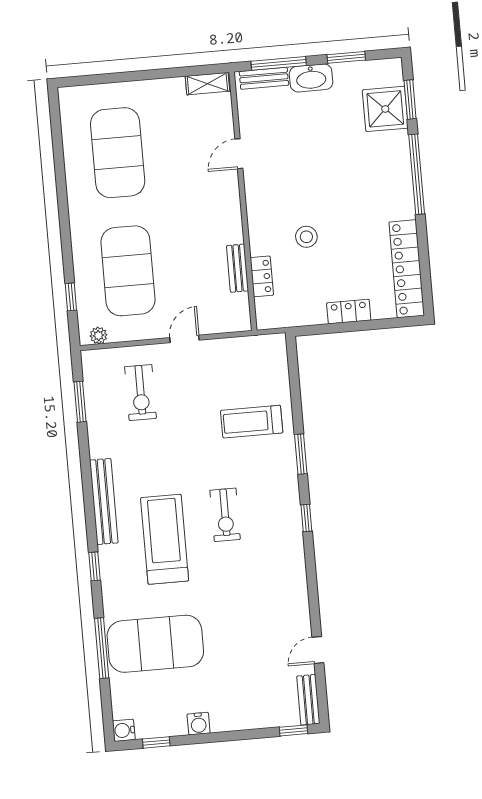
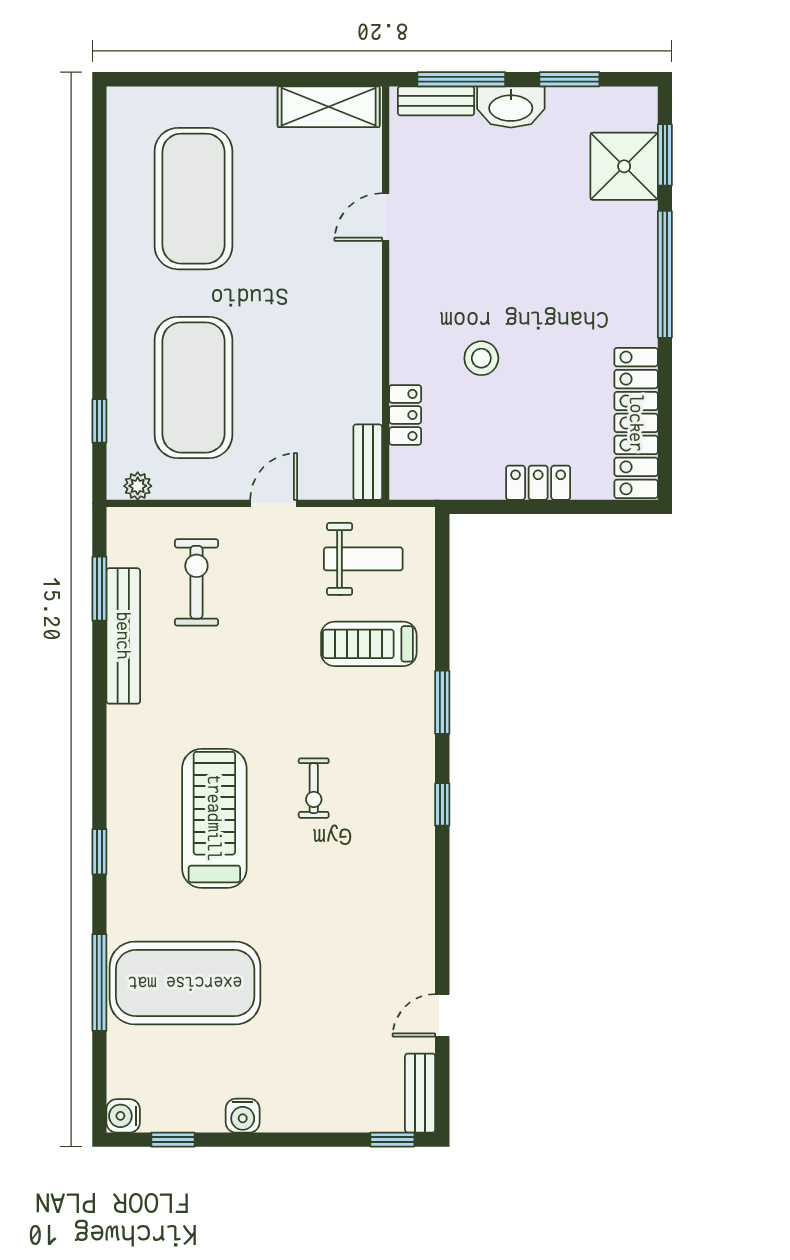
shelving: (207, 84) -> (329, 107), width x1.50, depth x1.33
bench: (238, 268) -> (368, 462), moved
weight bench: (244, 369) -> (363, 559), added
exercise bike: (140, 393) -> (196, 582), turned 180
bench: (104, 501) -> (123, 636), moved
exercise bike: (225, 515) -> (314, 788), width x0.73, depth x0.72

